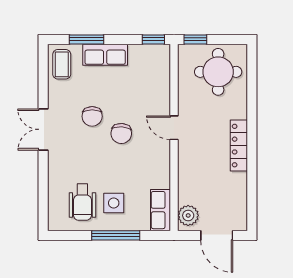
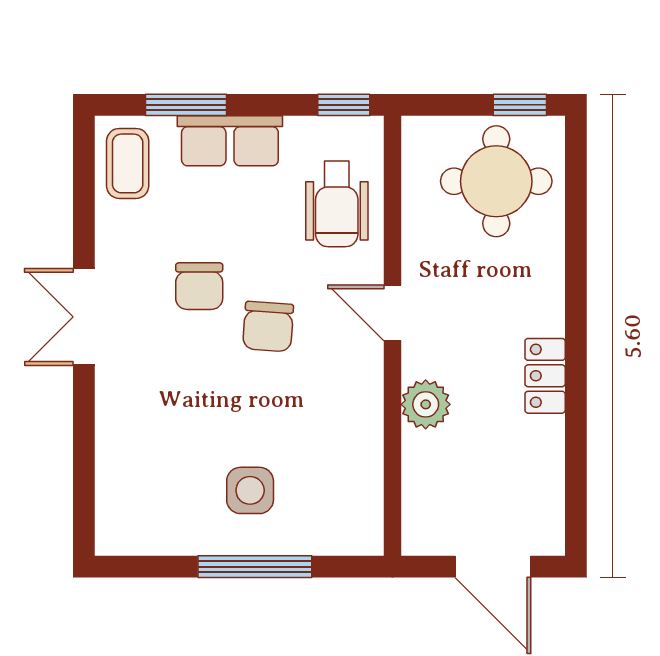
window: (195, 39) -> (520, 105), moved
locker: (239, 146) -> (545, 376), width x0.66
wheelchair: (82, 202) -> (337, 204), moved
row of seats: (161, 210) -> (360, 507), removed
plant: (188, 215) -> (426, 404), moved

